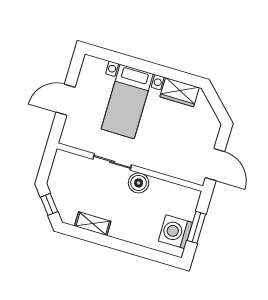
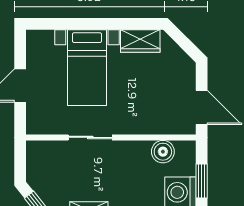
boiler: (139, 183) -> (163, 152), moved

